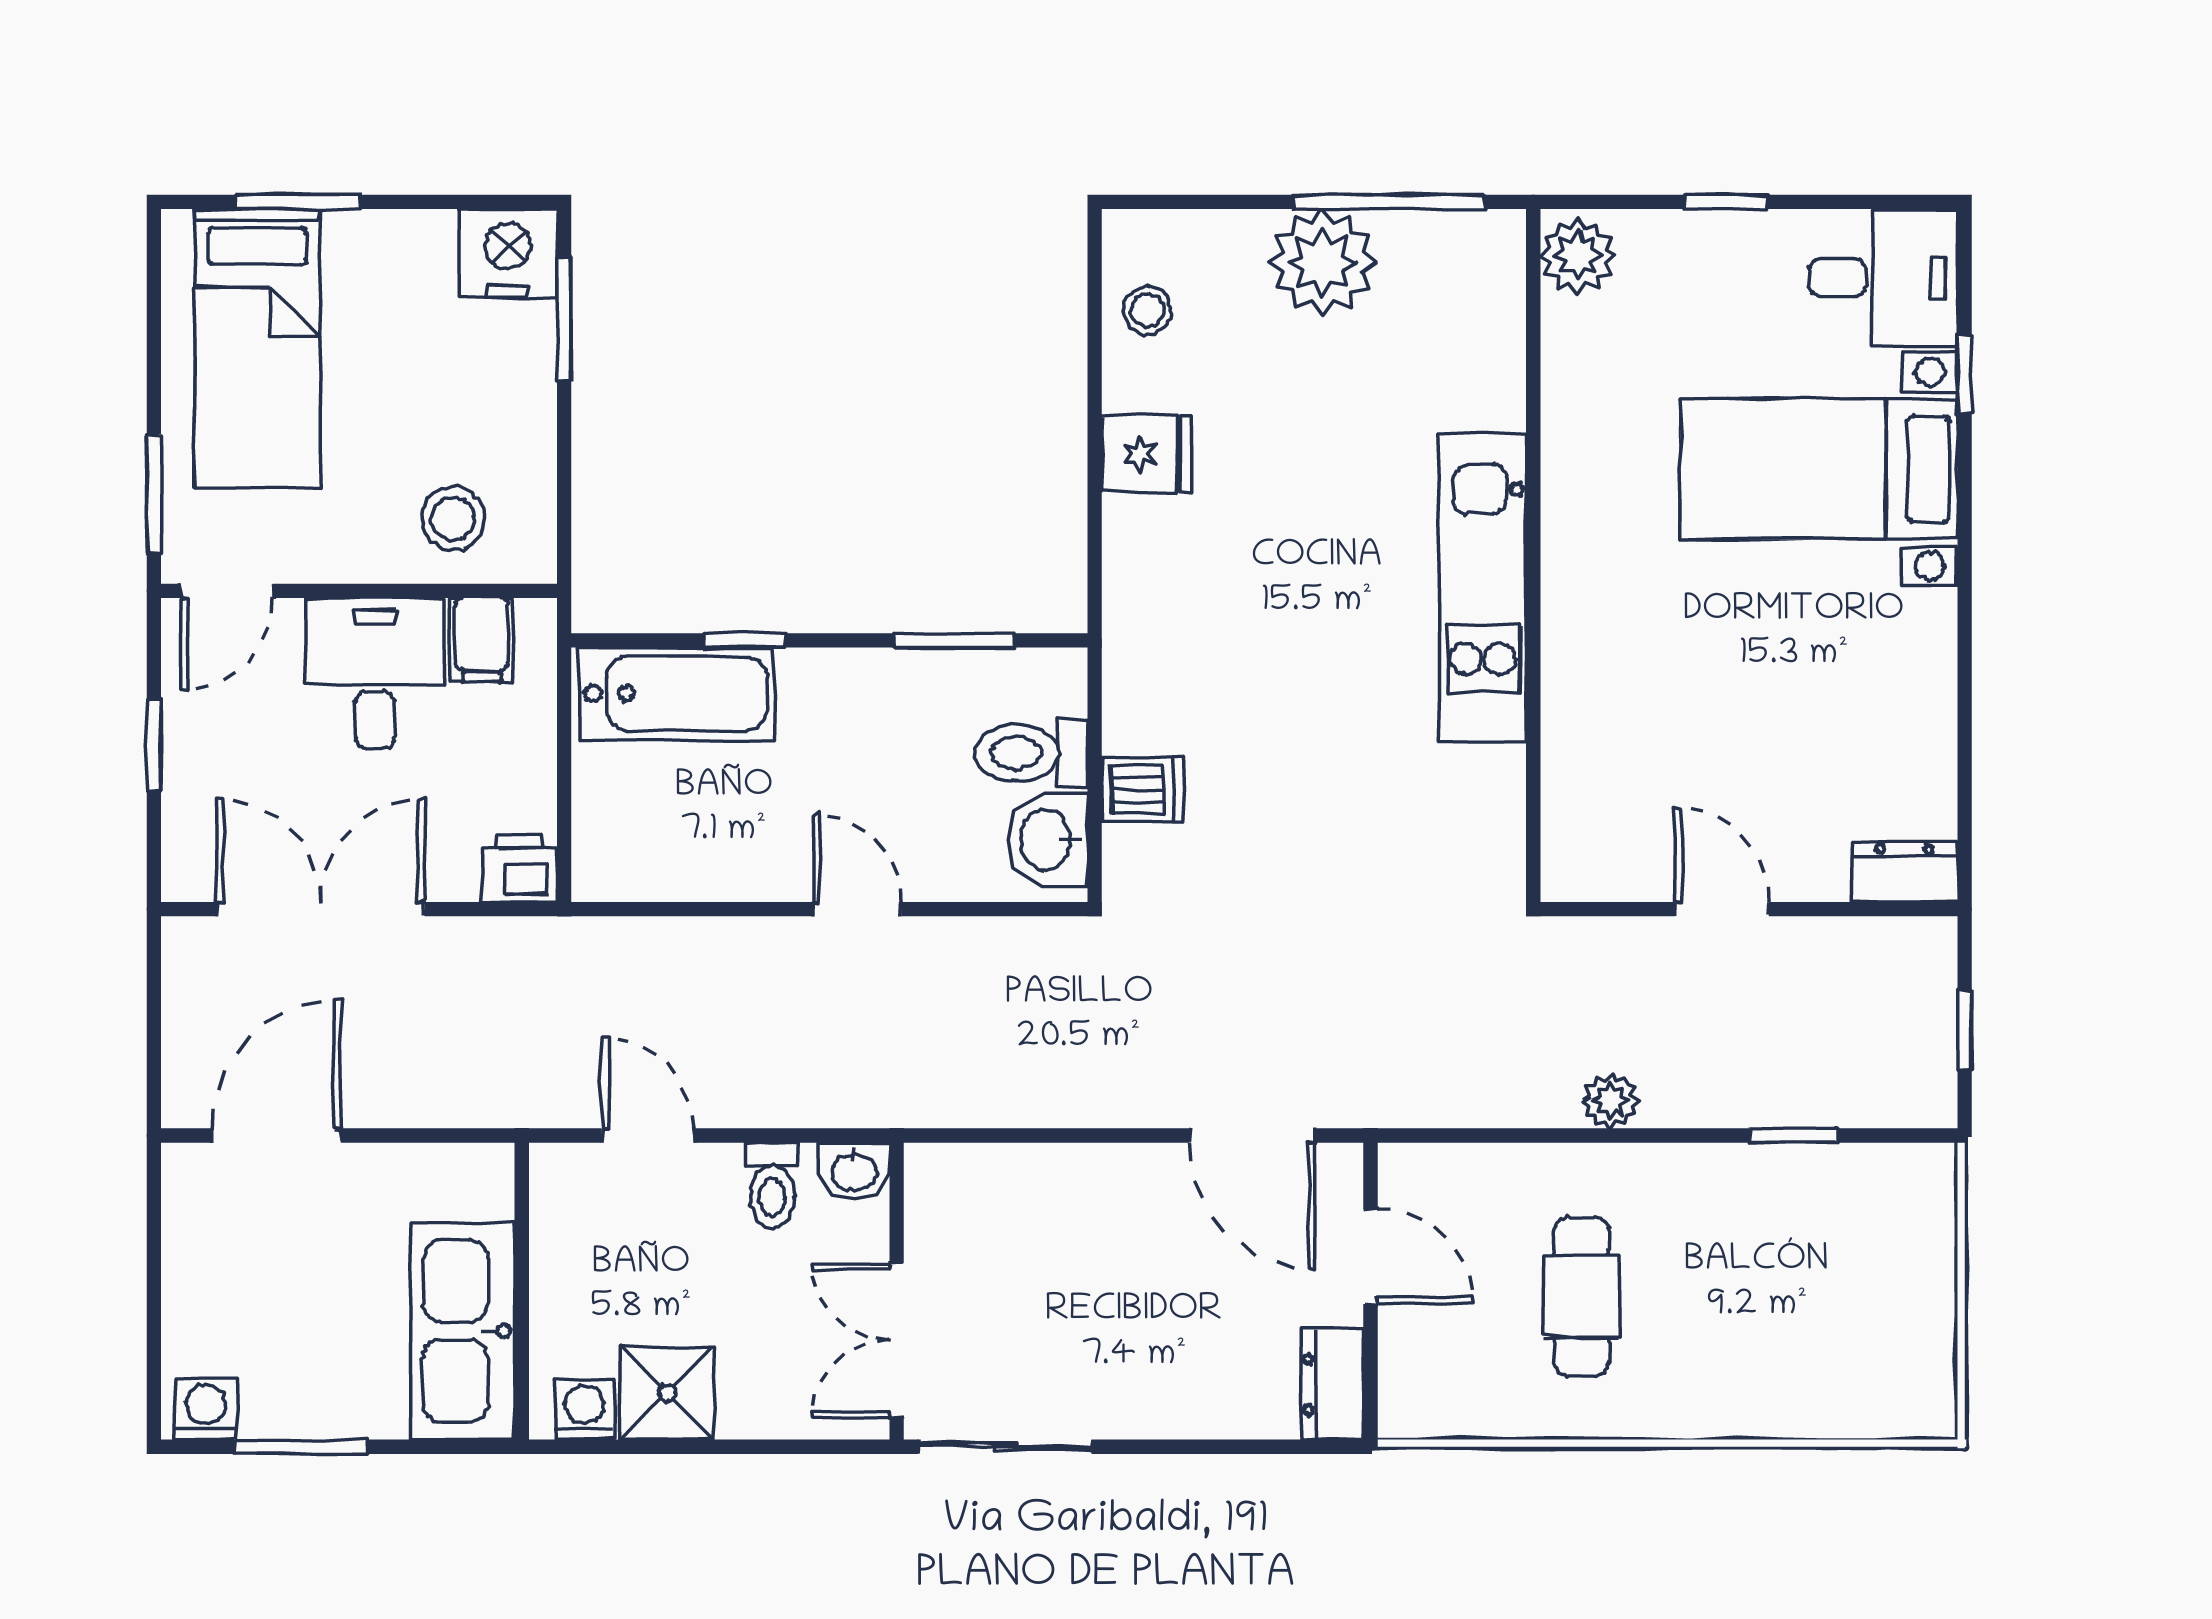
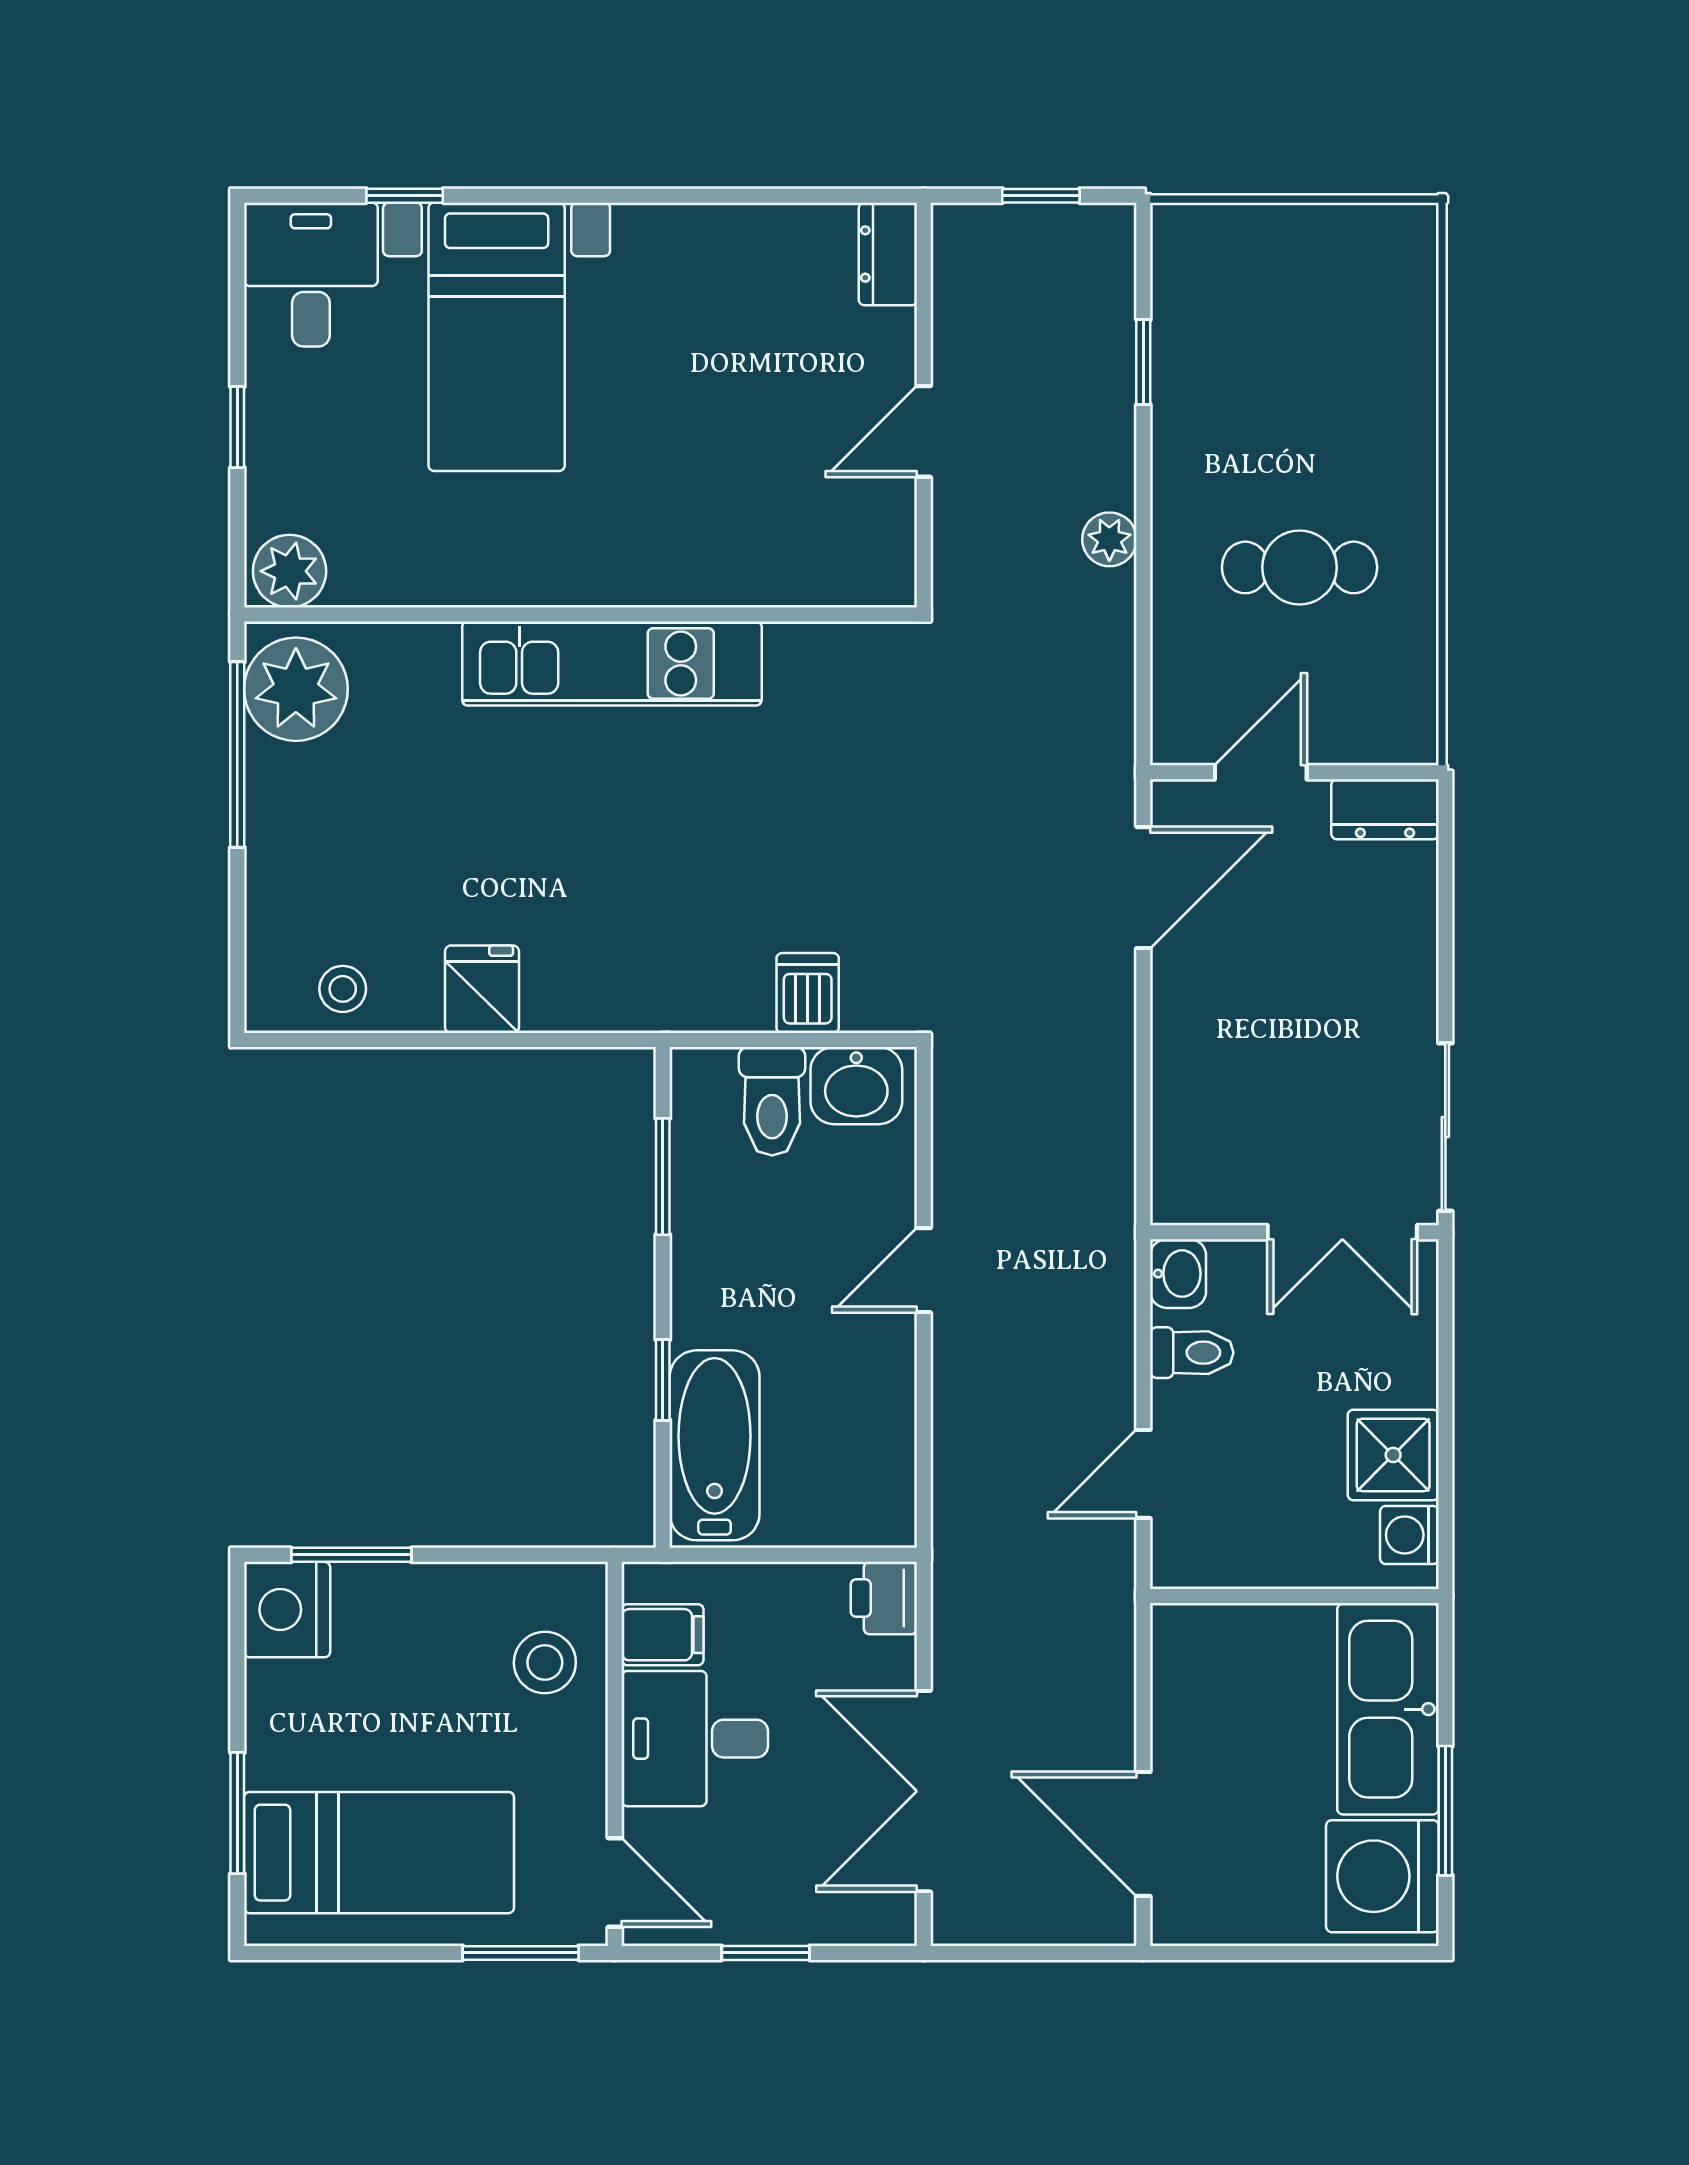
plant: (1322, 262) -> (296, 689), moved
kitchen sink: (463, 1331) -> (1388, 1709), moved, turned 90
washing machine: (206, 1409) -> (1382, 1876), width x1.89, depth x1.89

